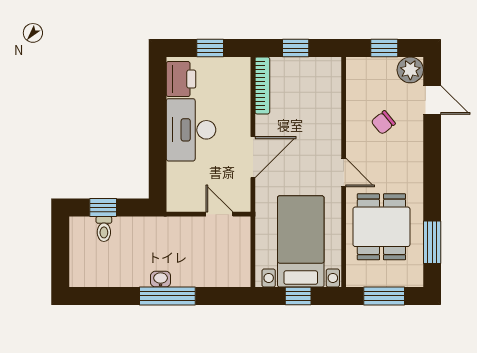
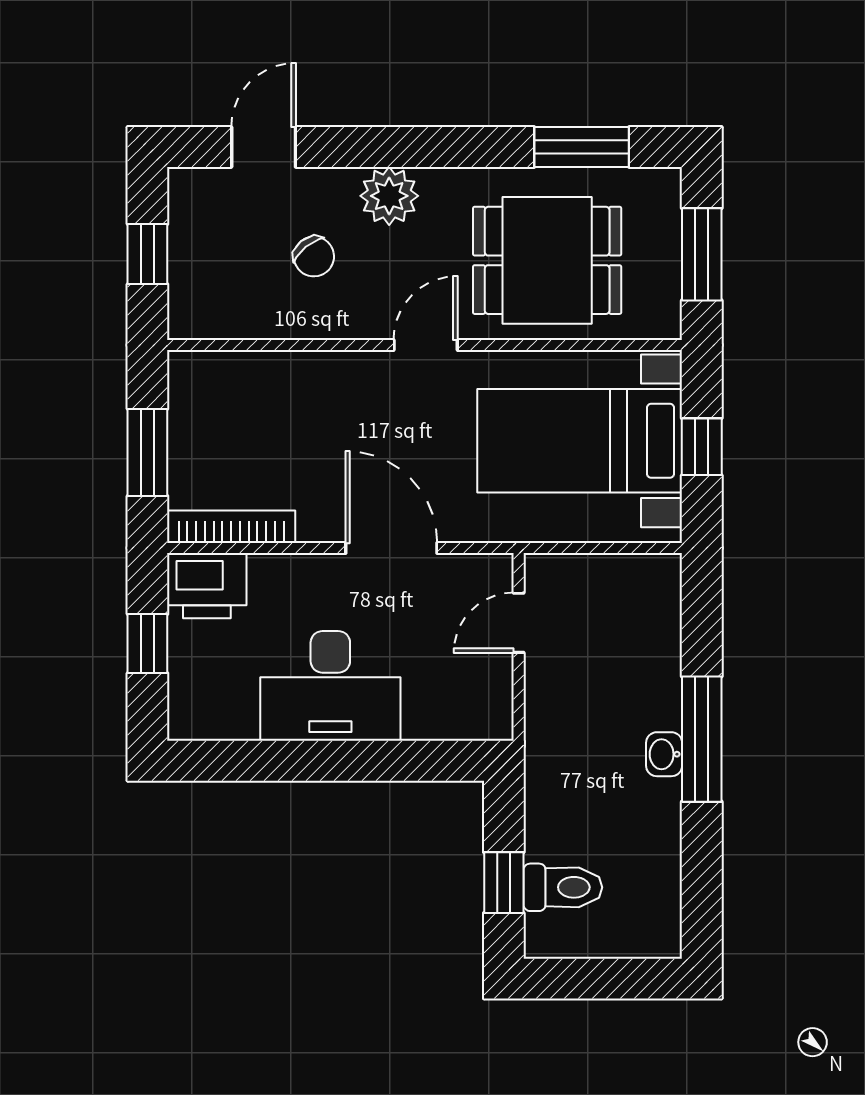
window: (296, 48) -> (147, 452), width x1.50
plant: (410, 70) -> (389, 196), moved
printer: (181, 79) -> (207, 586), moved, turned 180
toilet: (104, 229) -> (563, 887), width x1.37, depth x1.39

